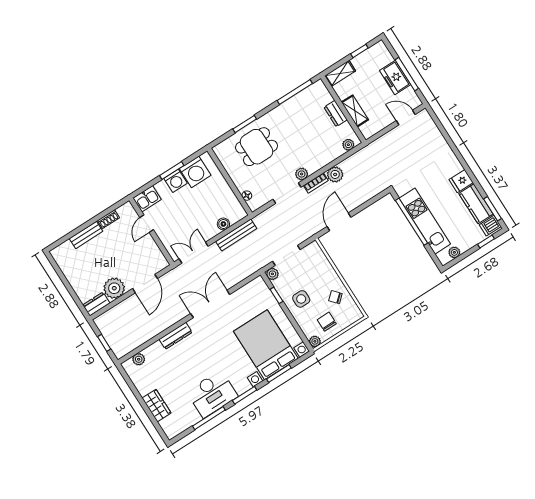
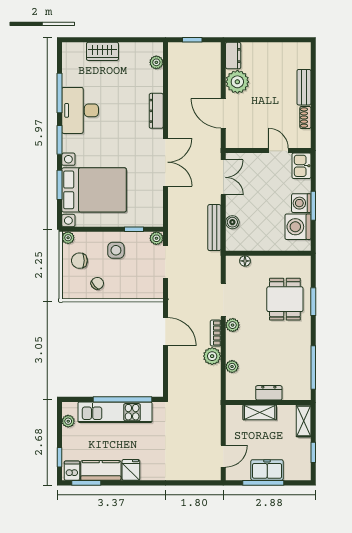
plant: (348, 145) -> (232, 367), moved
chair: (327, 322) -> (79, 261), turned 180

